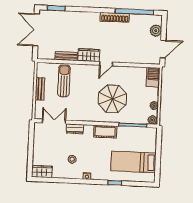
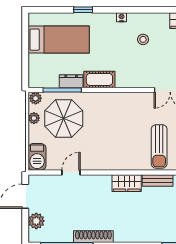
door: (106, 64) -> (71, 173), moved
parasol: (112, 99) -> (64, 118), moved
dresser: (75, 129) -> (71, 81), moved

